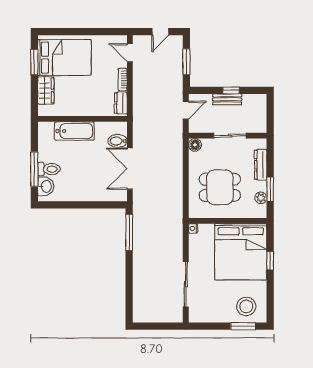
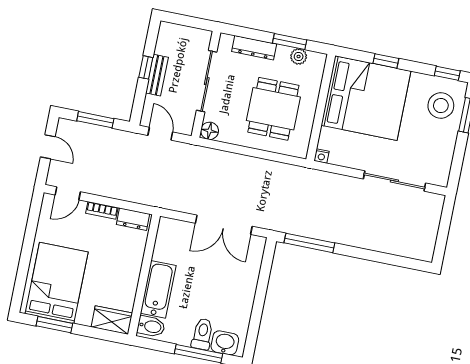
wardrobe: (46, 91) -> (112, 320), moved
sliding door: (230, 136) -> (207, 81), width x1.37
bidet: (118, 141) -> (151, 326), moved, turned -90
window: (270, 306) -> (447, 73), added

